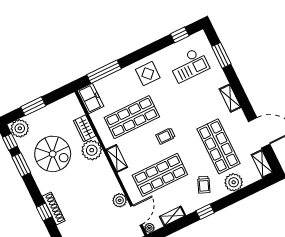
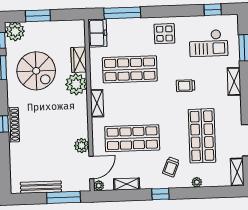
shelving: (230, 98) -> (234, 81), moved
trolley: (166, 136) -> (186, 86), moved
plant: (234, 182) -> (197, 182), width x0.53, depth x0.53

